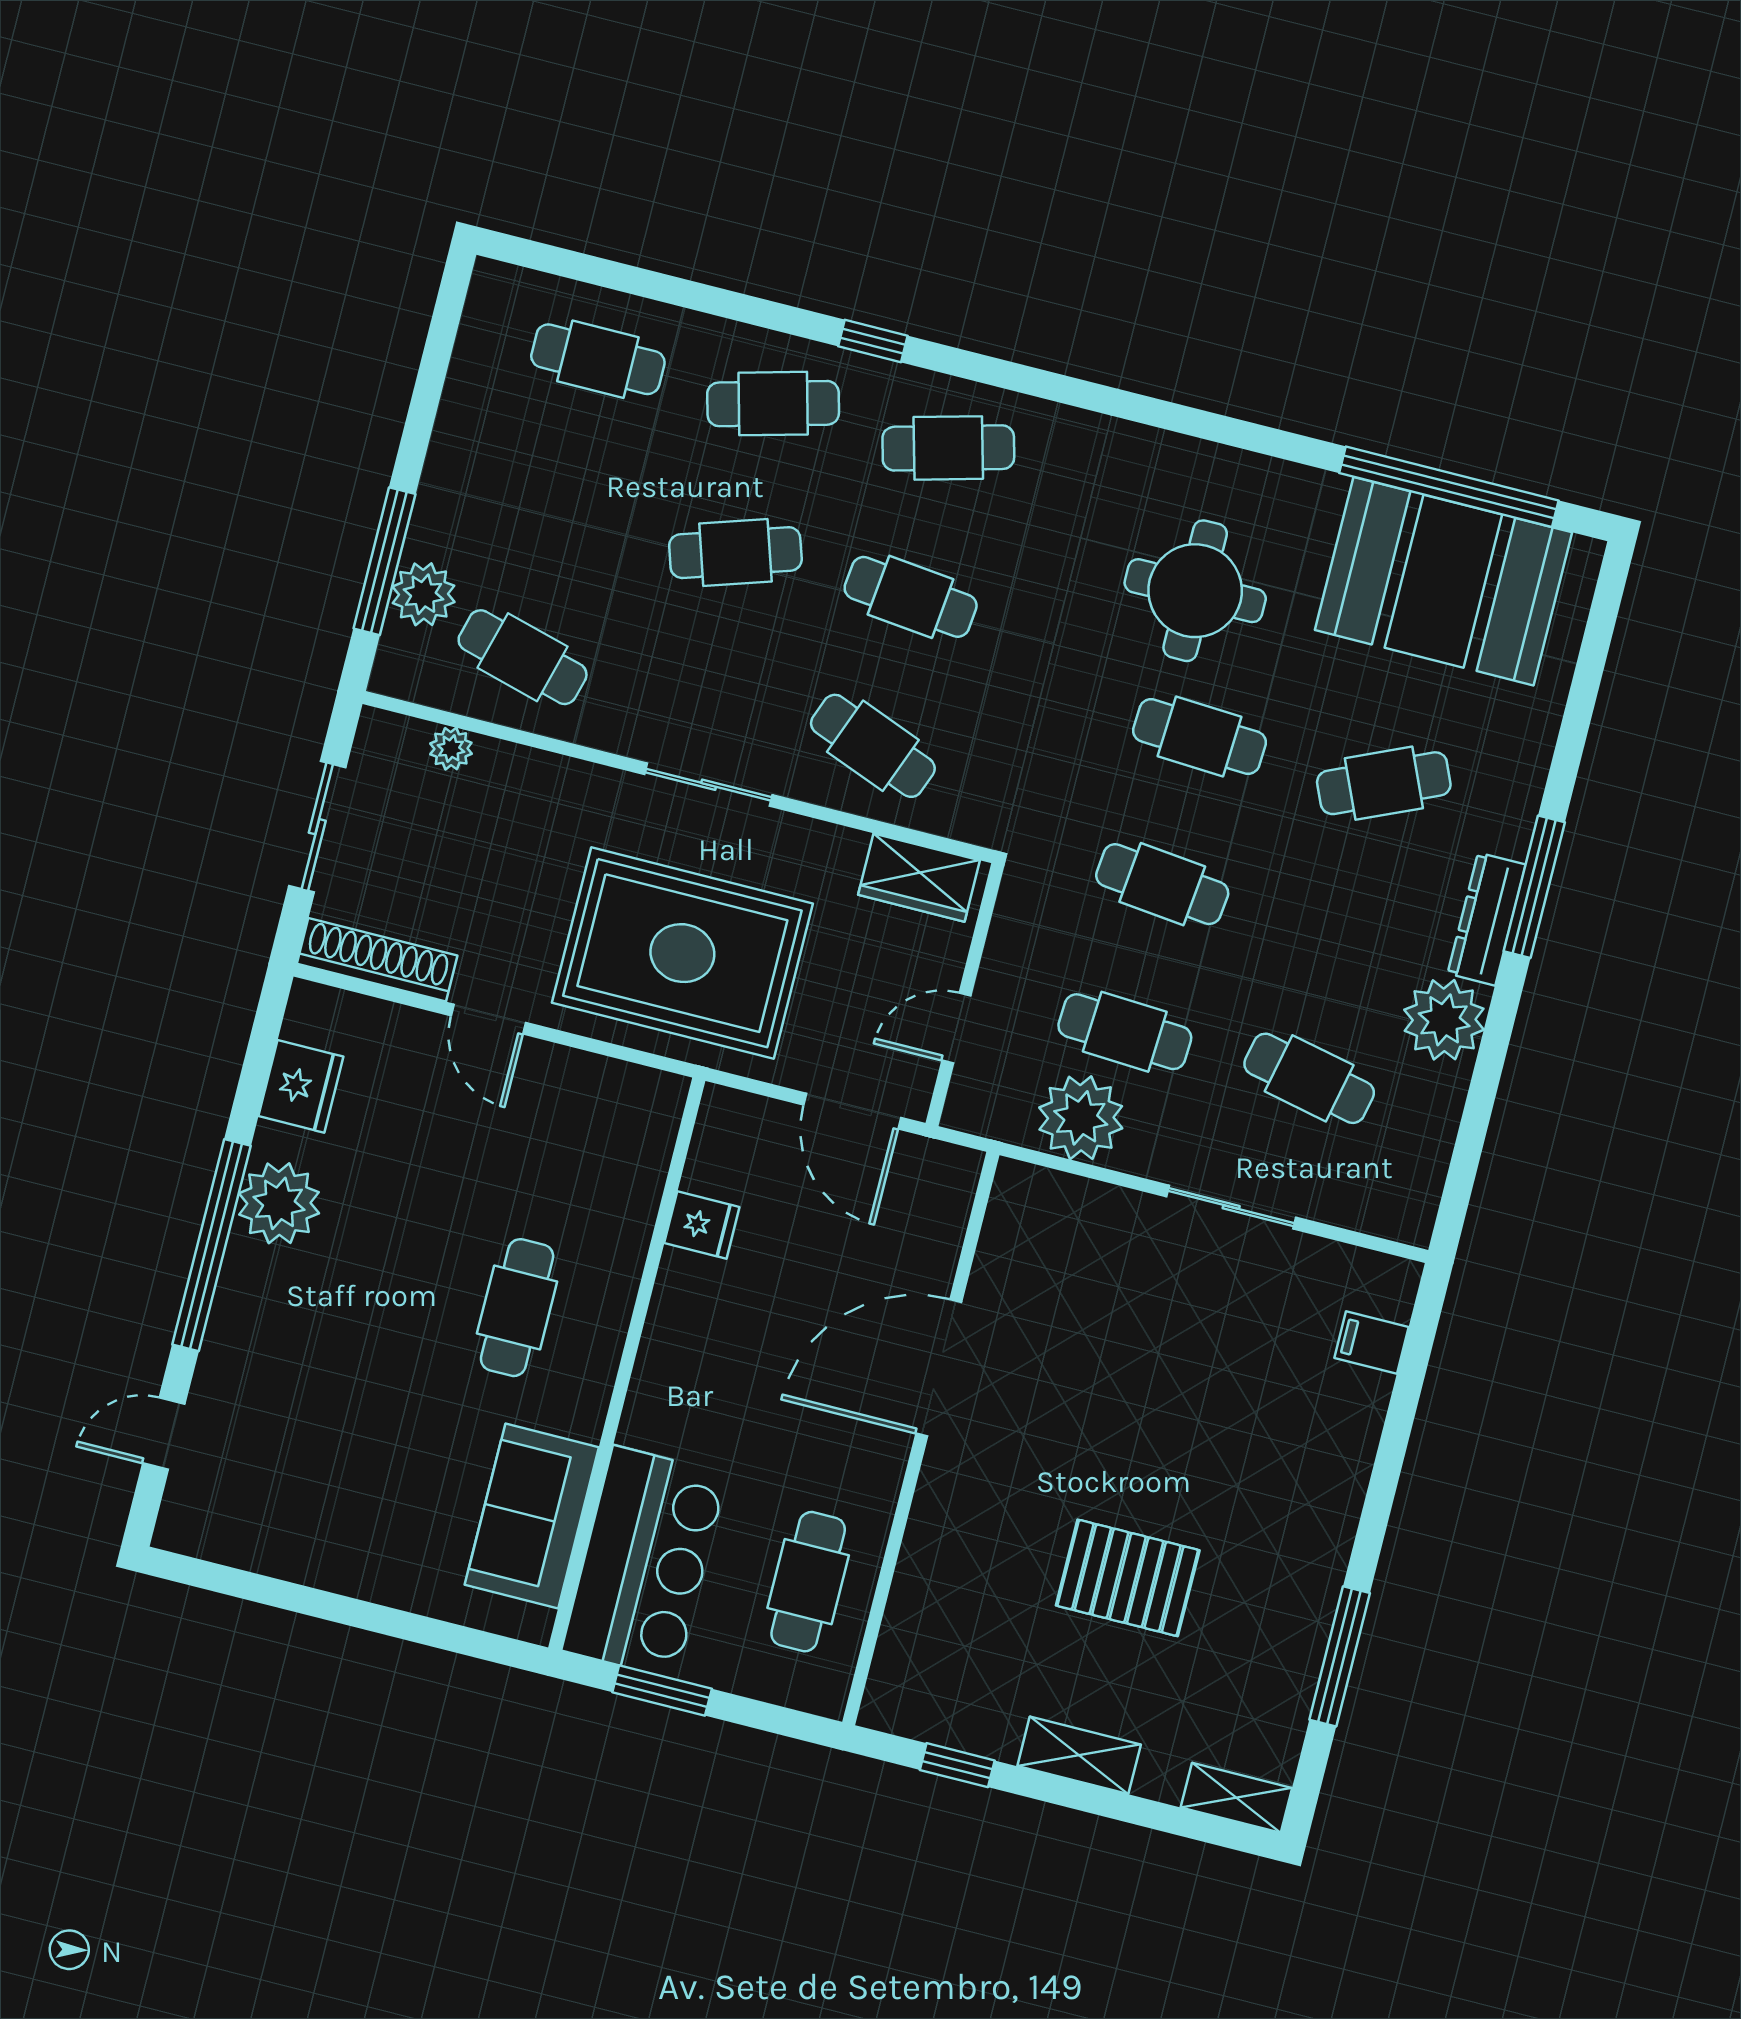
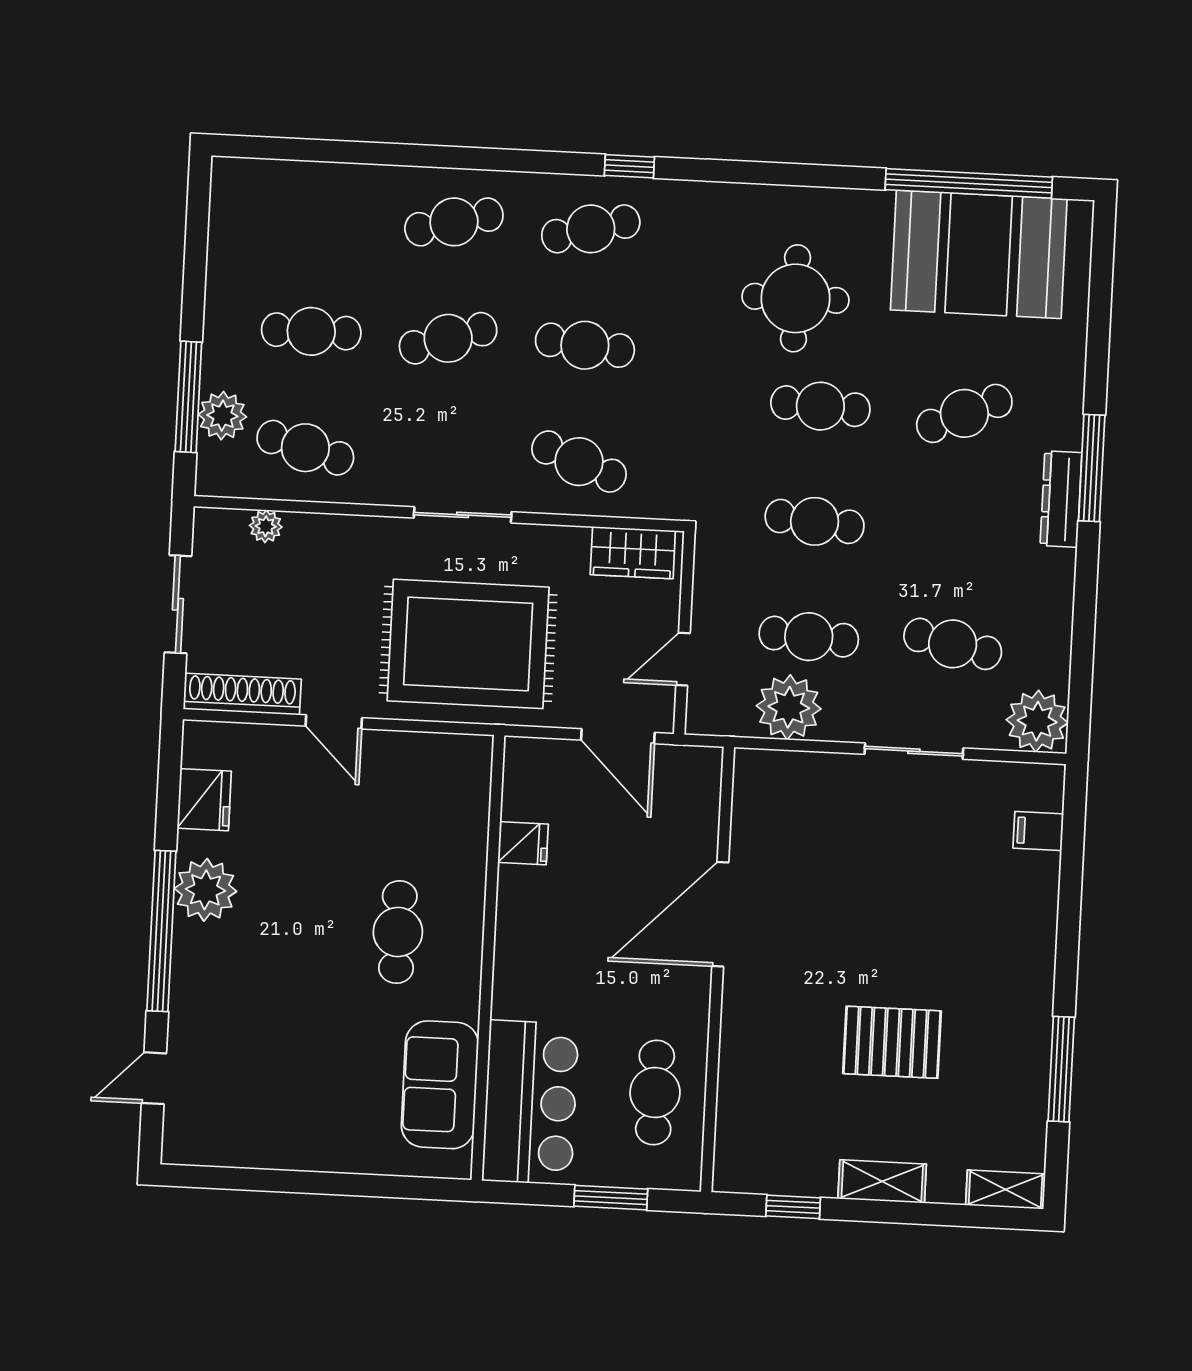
window: (873, 341) -> (629, 166), moved
cafe table: (598, 359) -> (311, 331), moved
plant: (1444, 1020) -> (1037, 721), moved
window: (662, 1691) -> (611, 1198), moved

